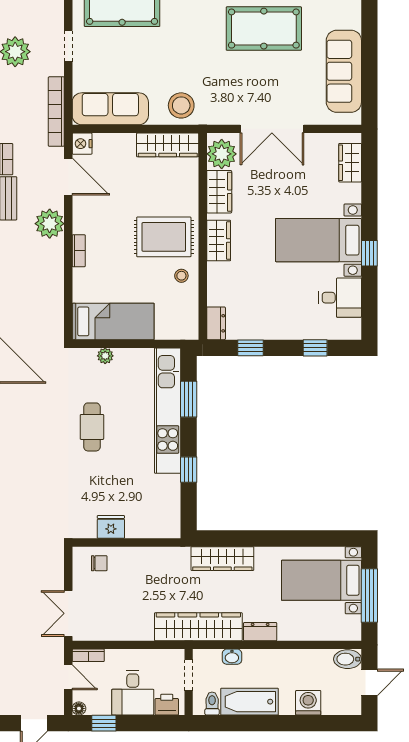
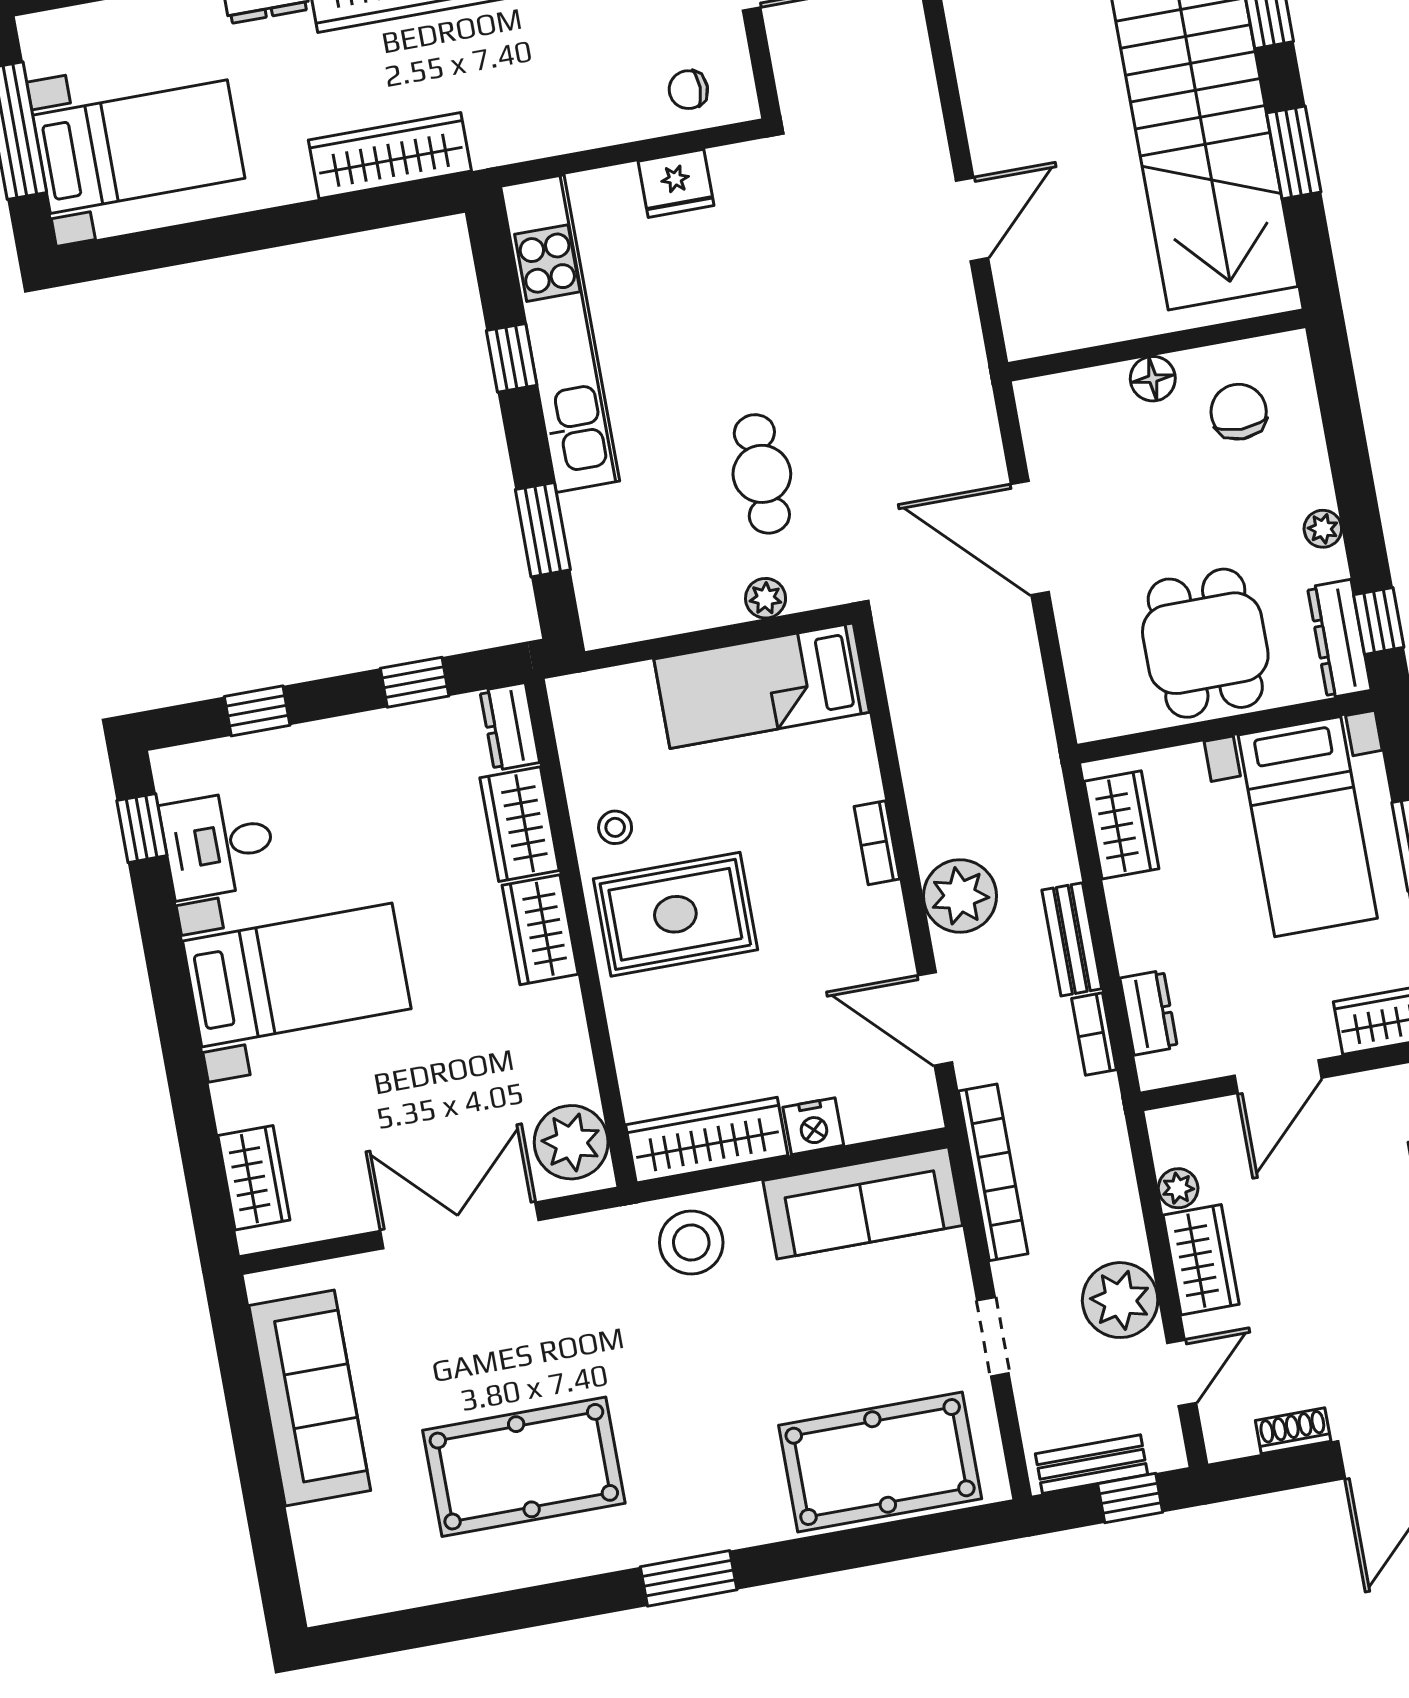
nightstand: (82, 144) -> (813, 1126), moved, turned 90
wardrobe: (219, 192) -> (520, 824), moved
window: (369, 253) -> (142, 828), moved
kitchen unit: (168, 411) -> (560, 334), moved
cafe table: (92, 427) -> (762, 474), moved

